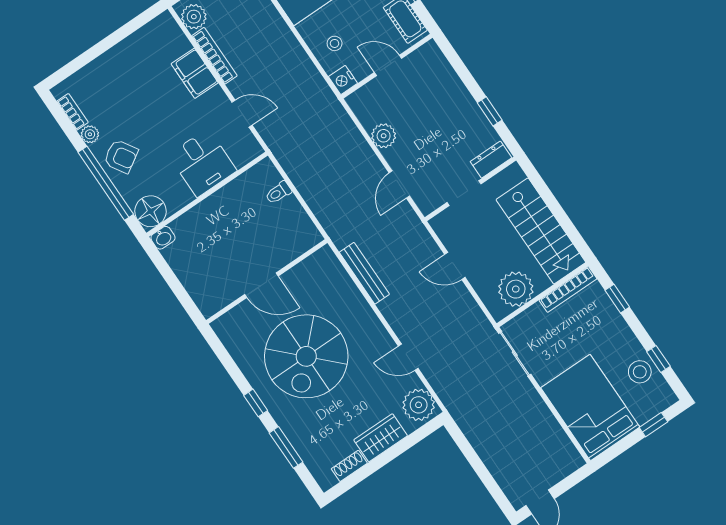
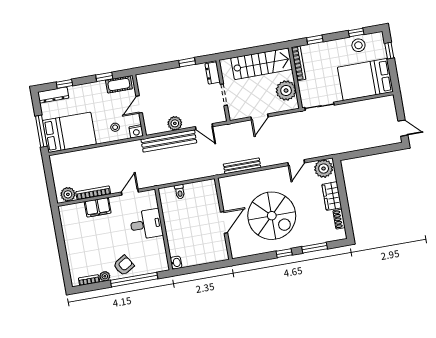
bench: (351, 139) -> (169, 141), added
floor lamp: (151, 211) -> (159, 263), removed

